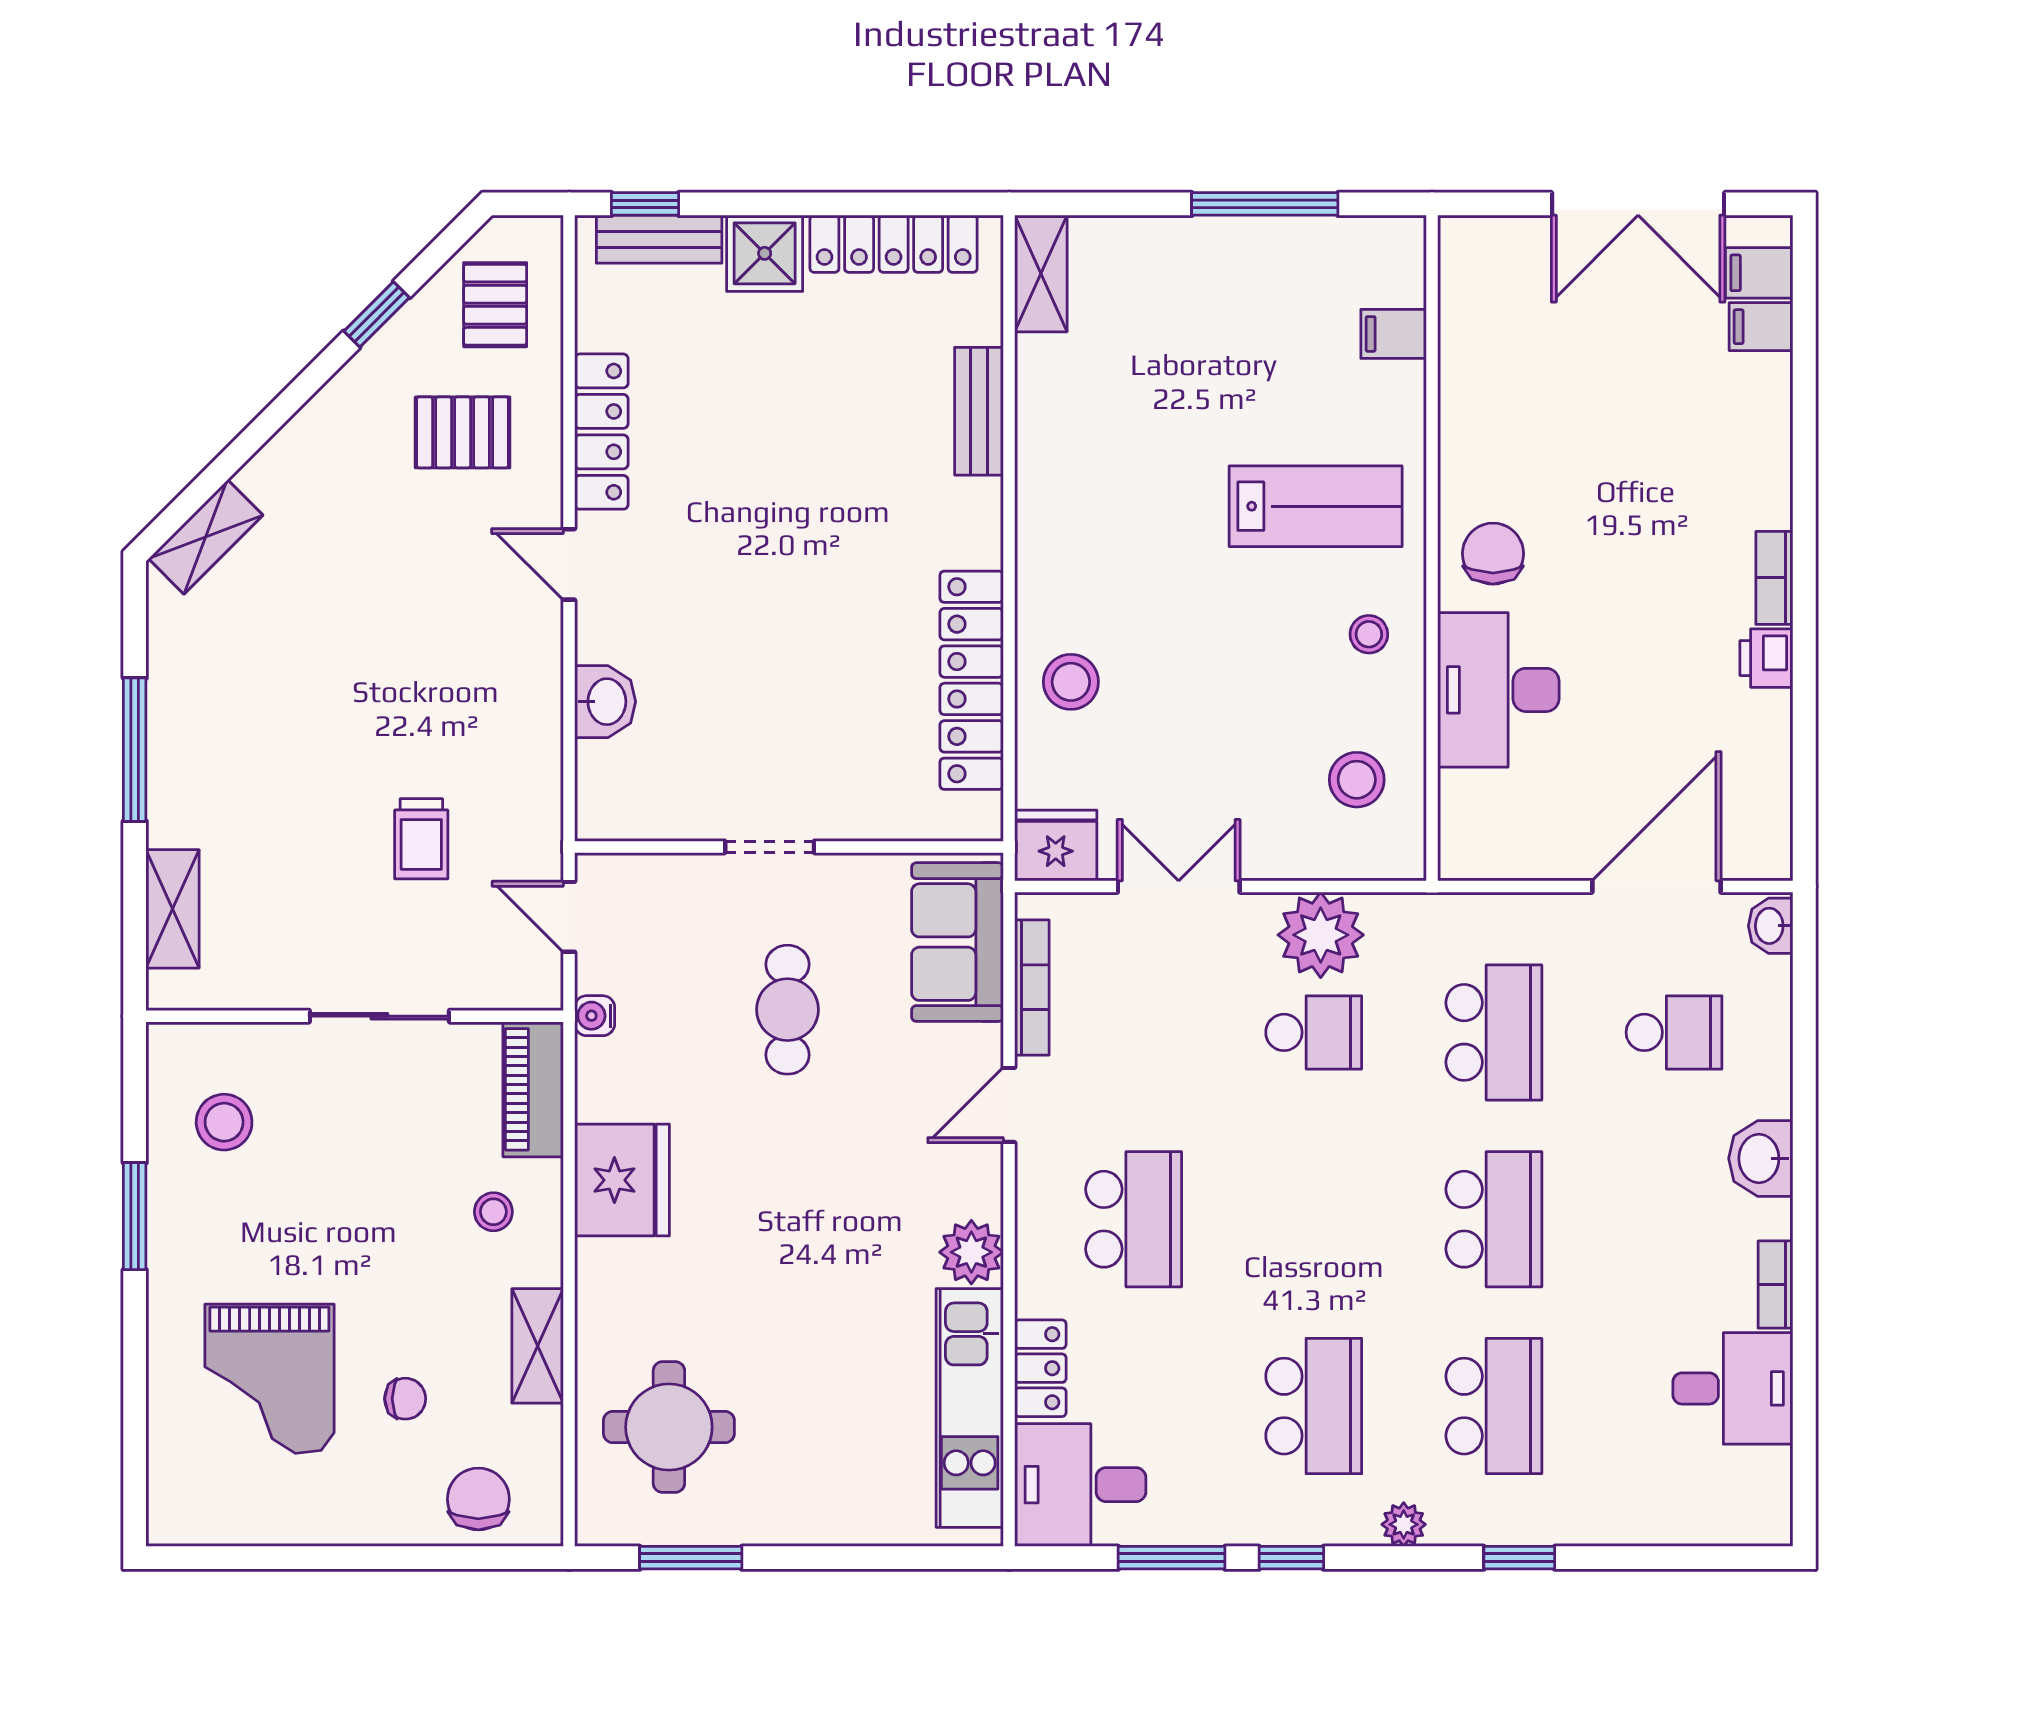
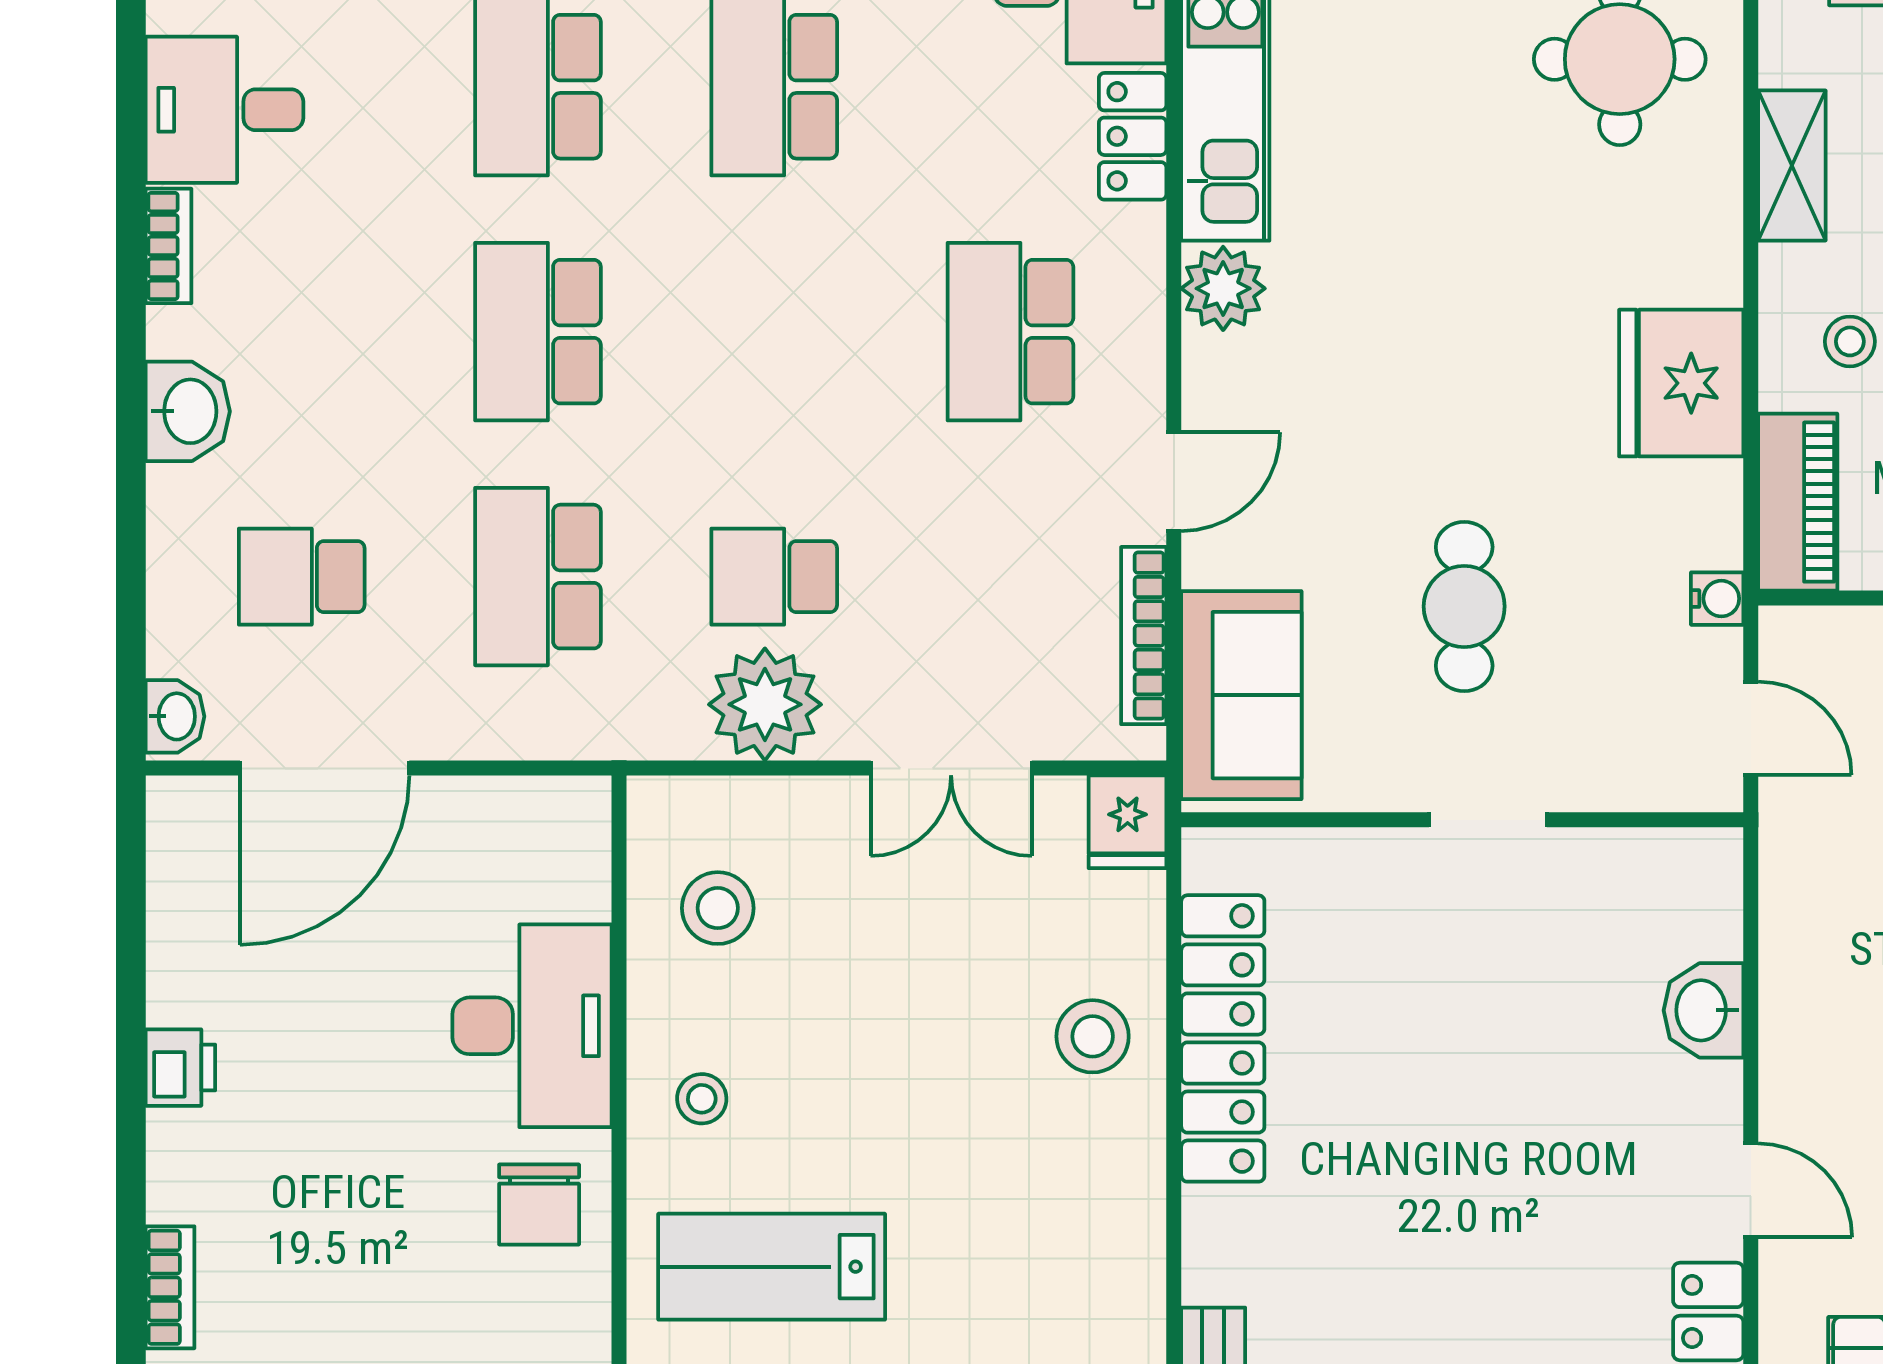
bookcase: (1774, 578) -> (170, 1287), moved
fridge: (1056, 845) -> (1128, 822), width x0.72

